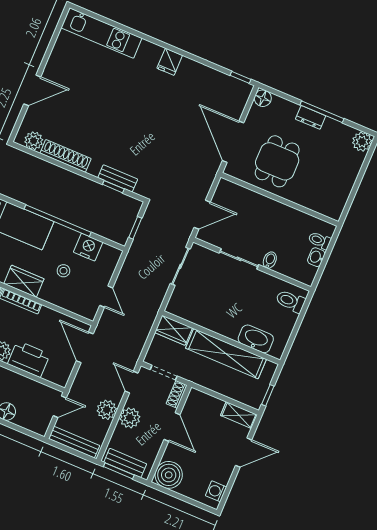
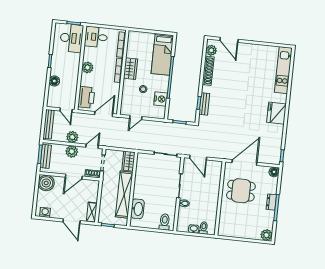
fridge: (170, 62) -> (277, 113), width x1.88, depth x1.34
door: (32, 90) -> (229, 40), moved
printer: (29, 359) -> (86, 97), moved

